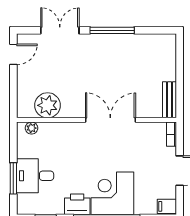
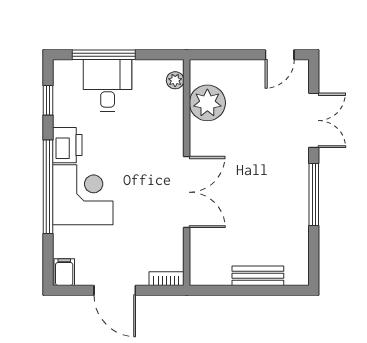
door: (13, 54) -> (280, 55), hinge flipped
bench: (169, 100) -> (258, 276), moved
window: (13, 178) -> (104, 55), width x1.44

